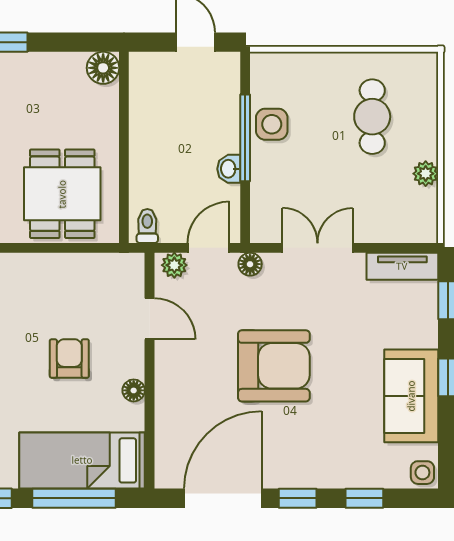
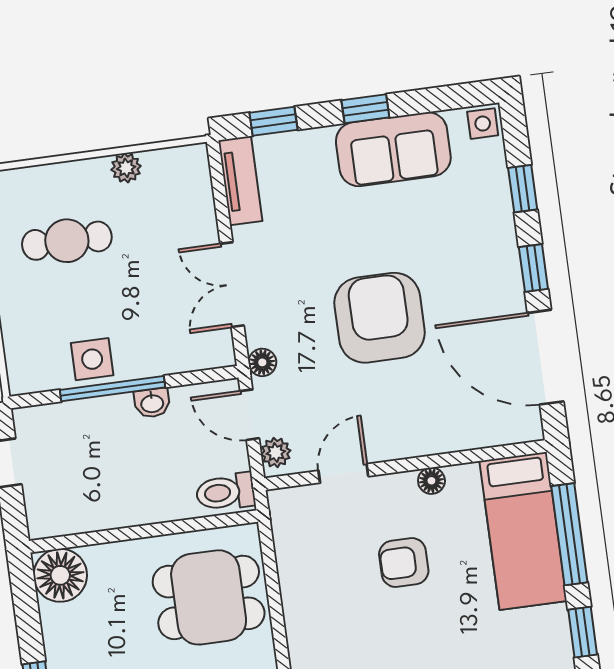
floor lamp: (103, 68) -> (60, 575), width x1.38, depth x1.38
toilet: (147, 226) -> (225, 492), width x1.37, depth x1.39

